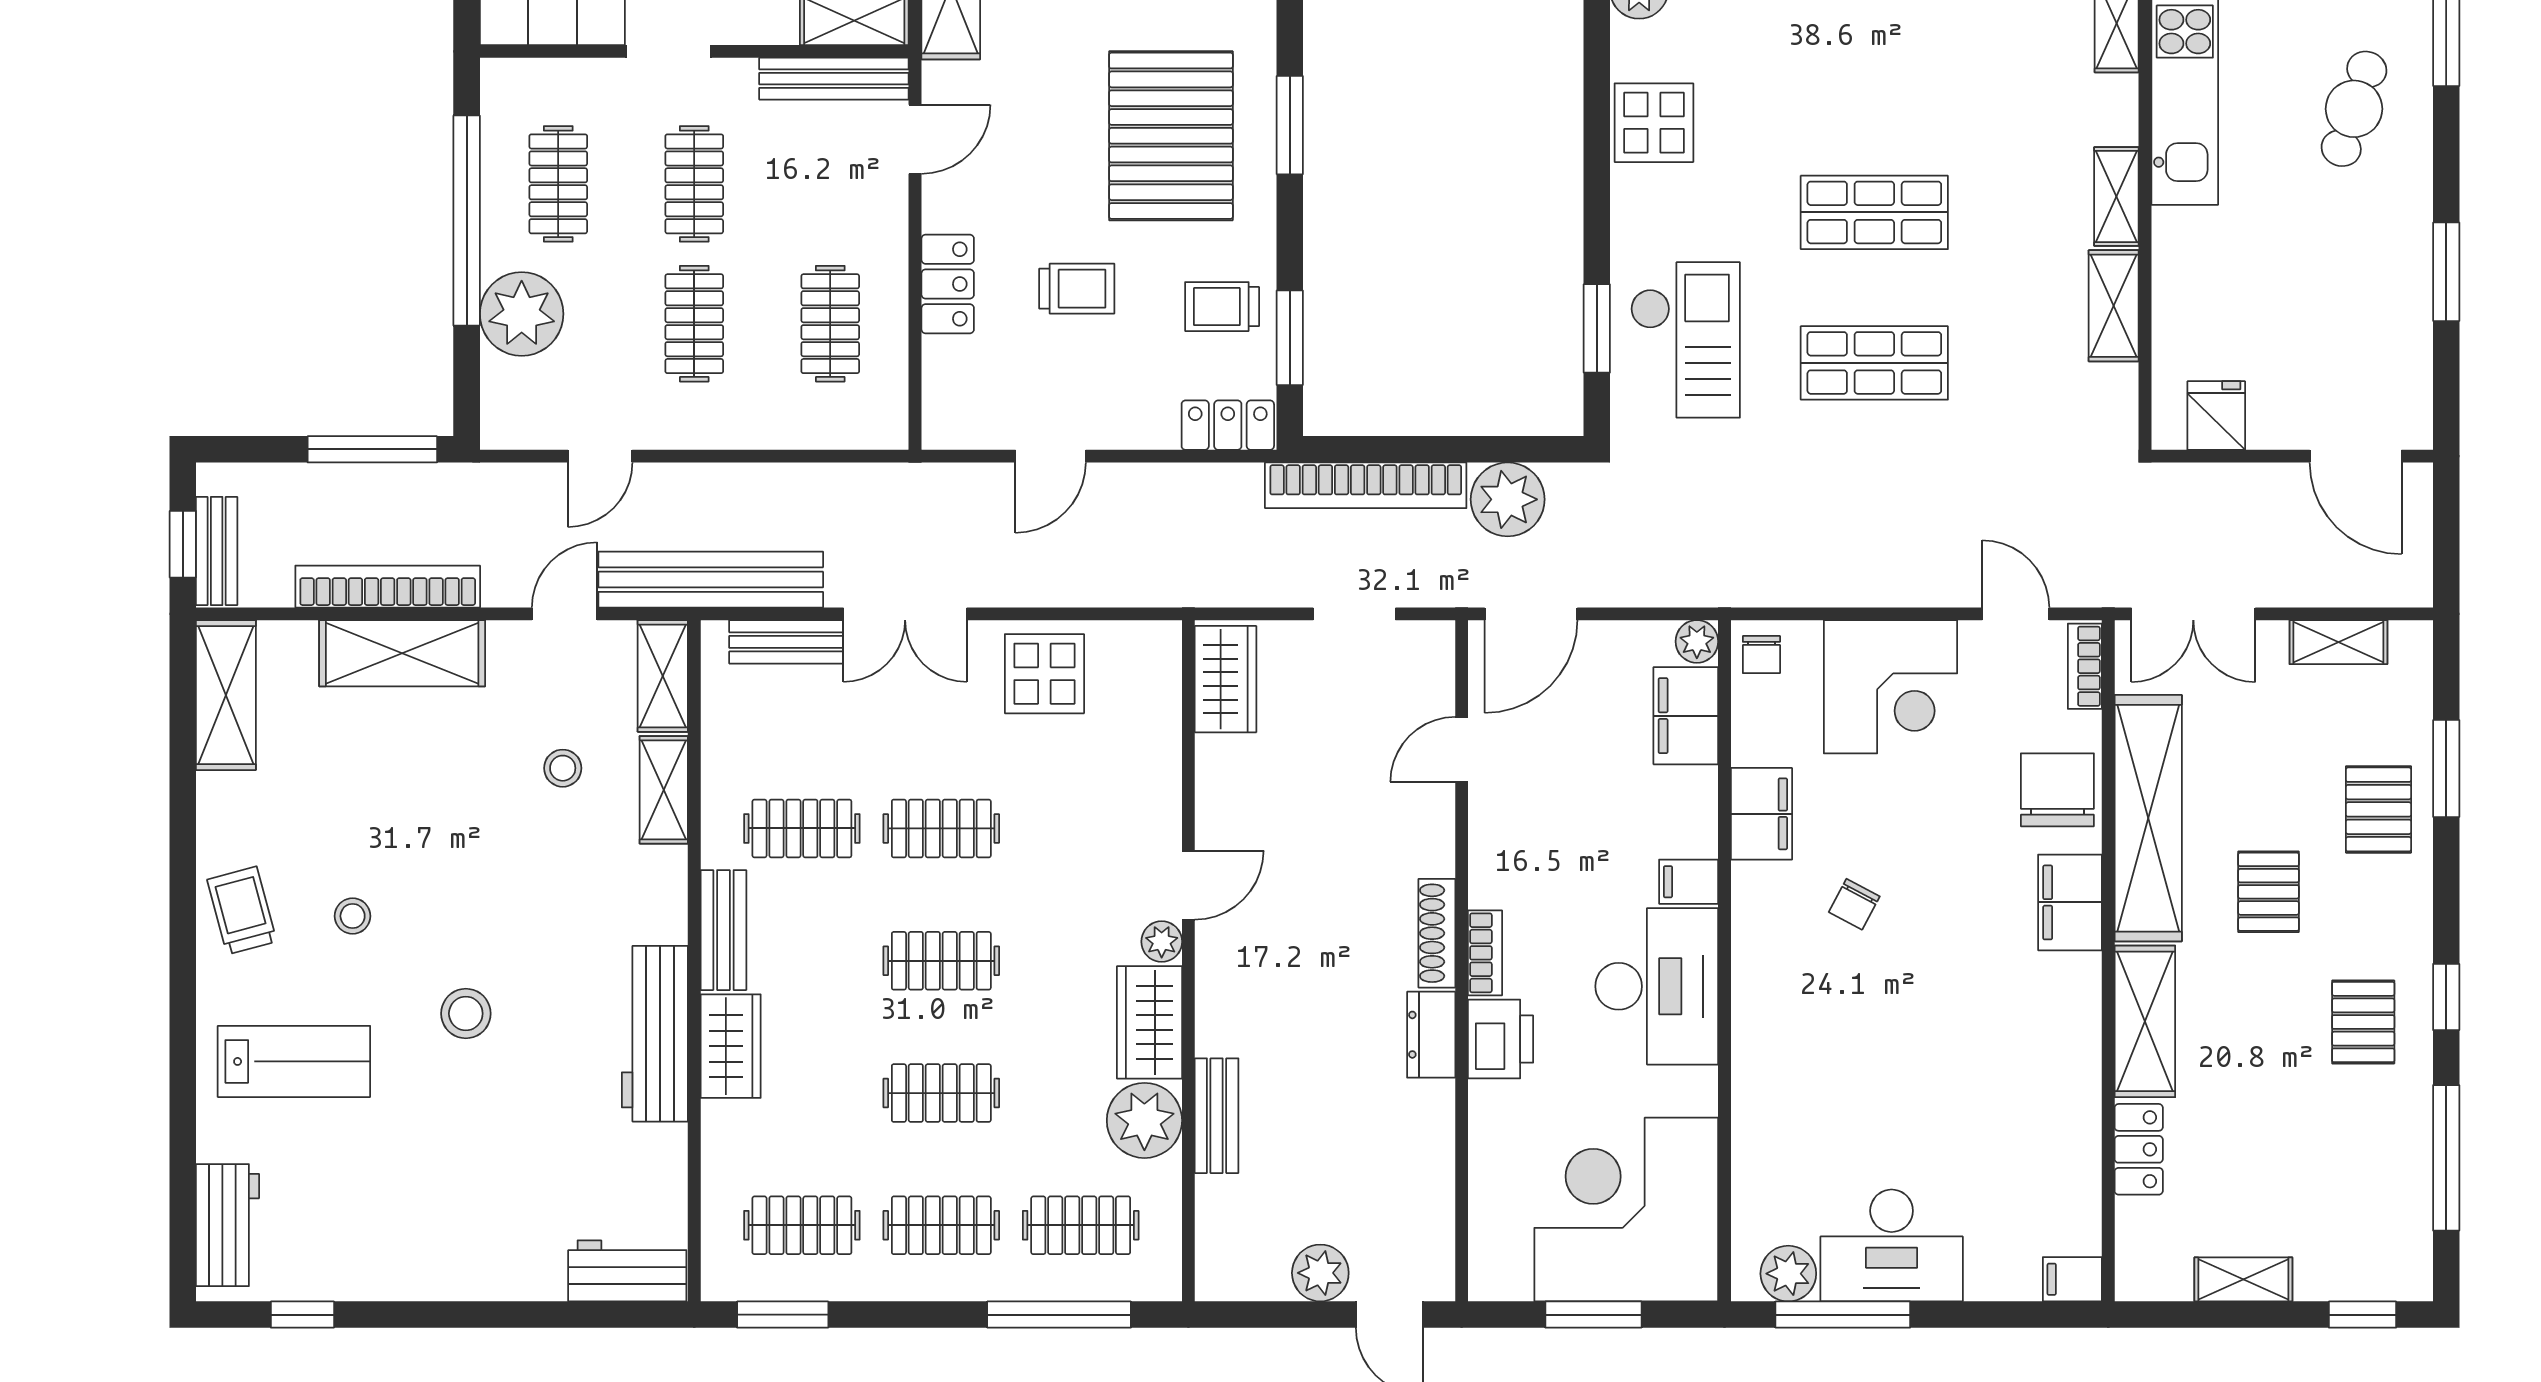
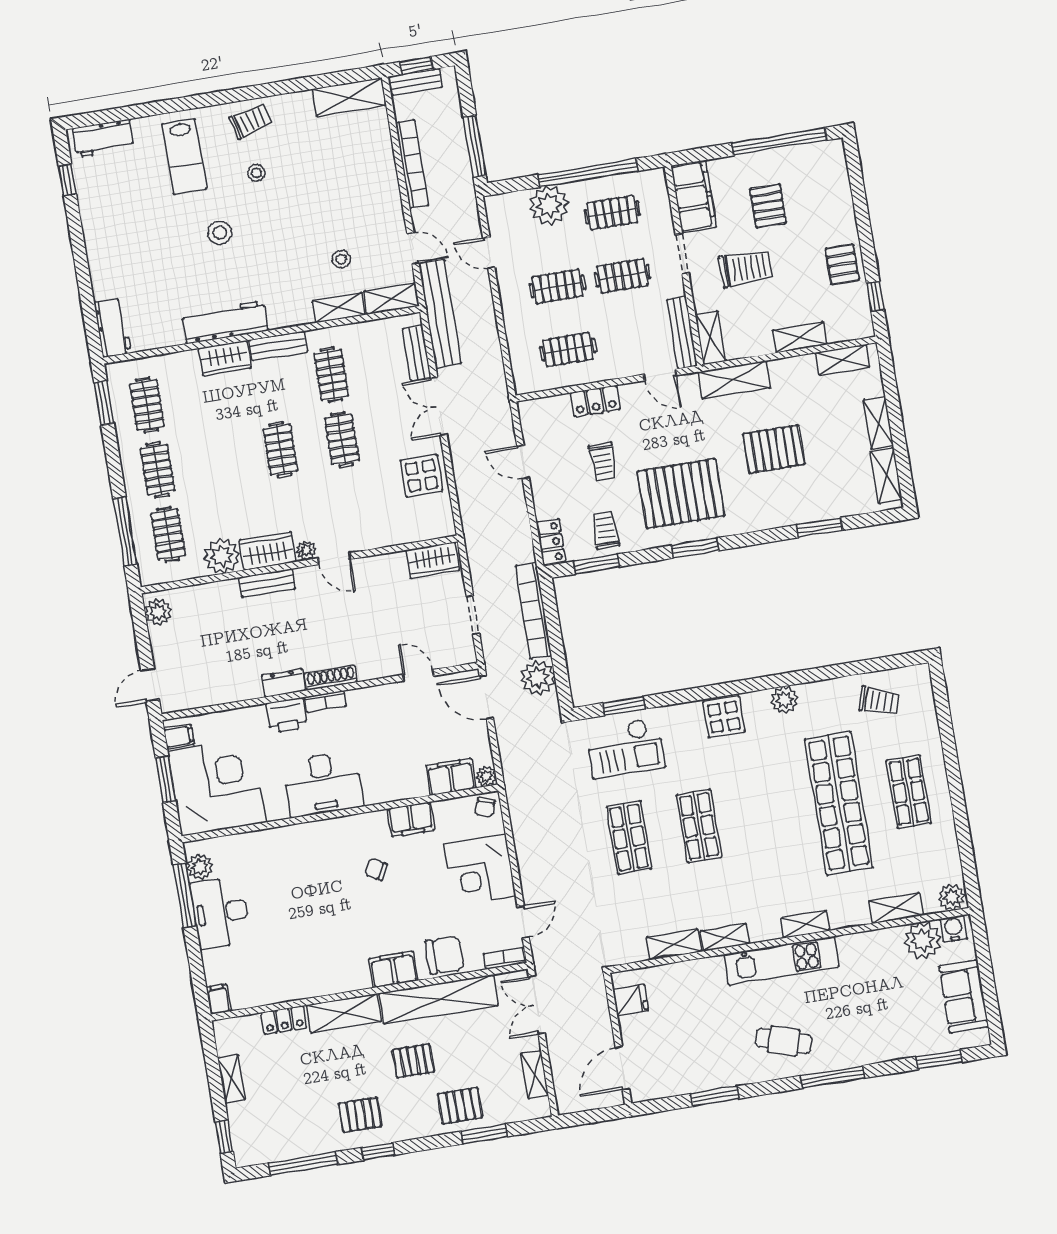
shelving: (402, 653) -> (382, 176), removed
chair: (1761, 655) -> (485, 807), turned -69
filing cabinet: (1689, 882) -> (179, 736), moved, turned 90
clothes rail: (941, 1093) -> (219, 460), removed
bench: (1217, 1116) -> (267, 583), moved
plant: (1320, 1273) -> (158, 612), moved

